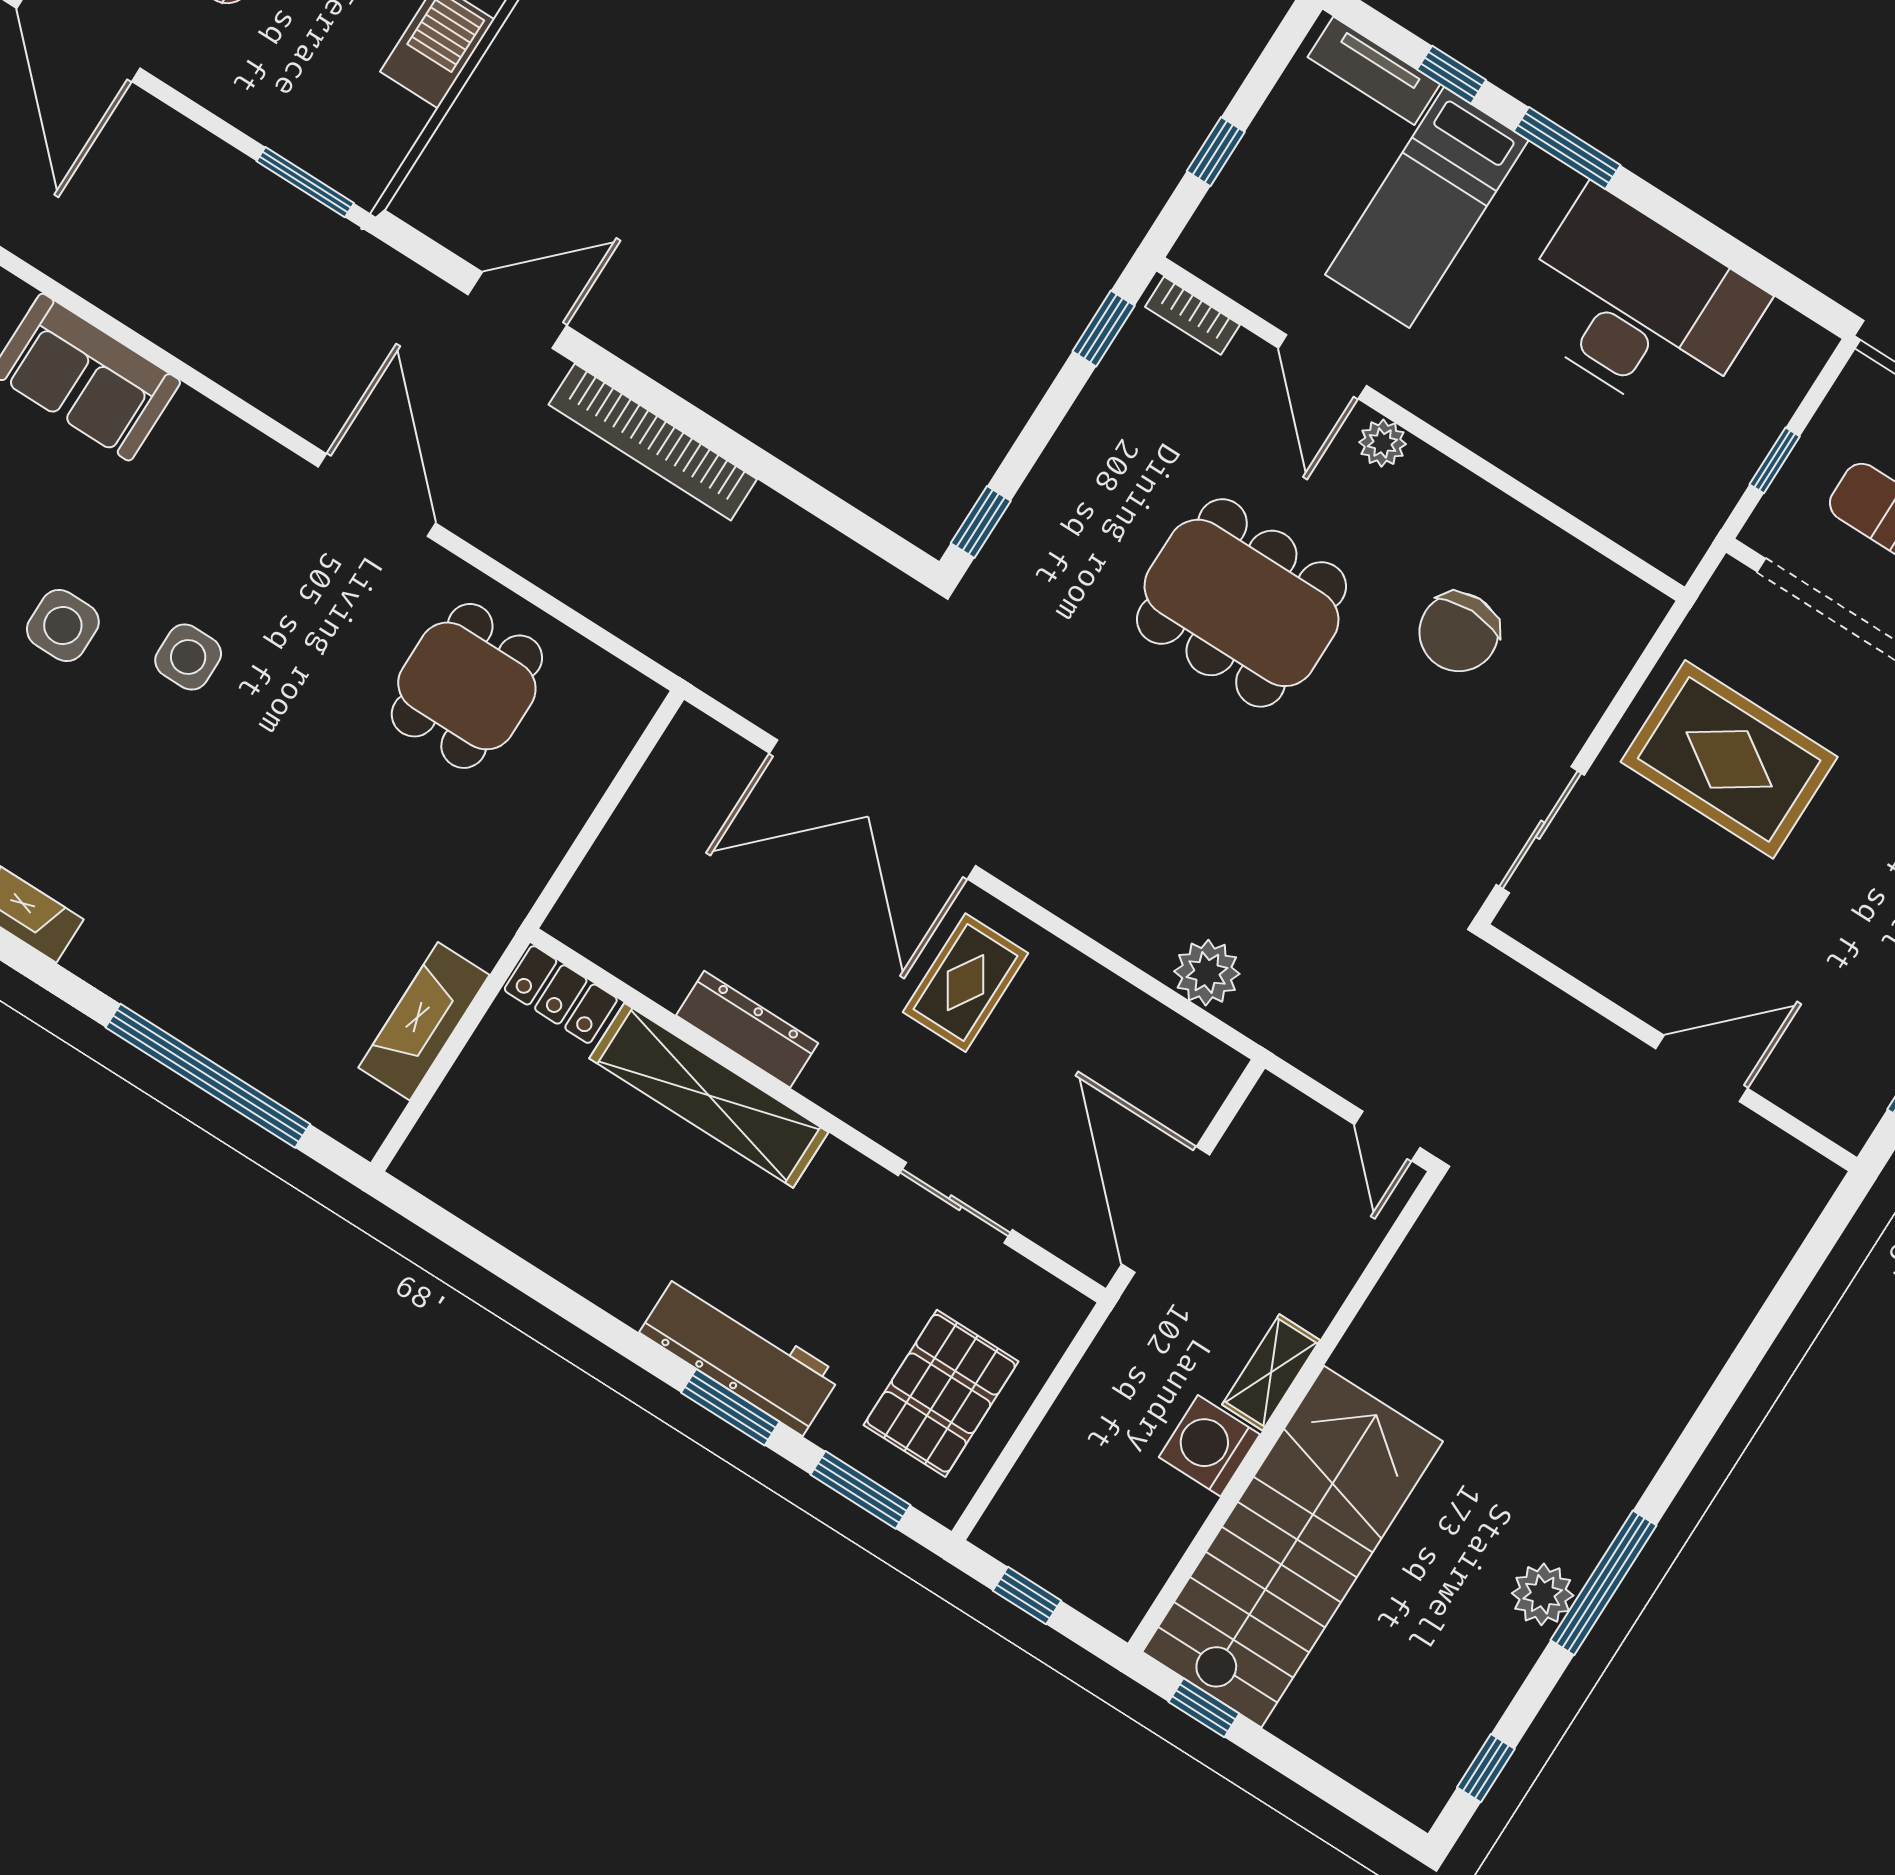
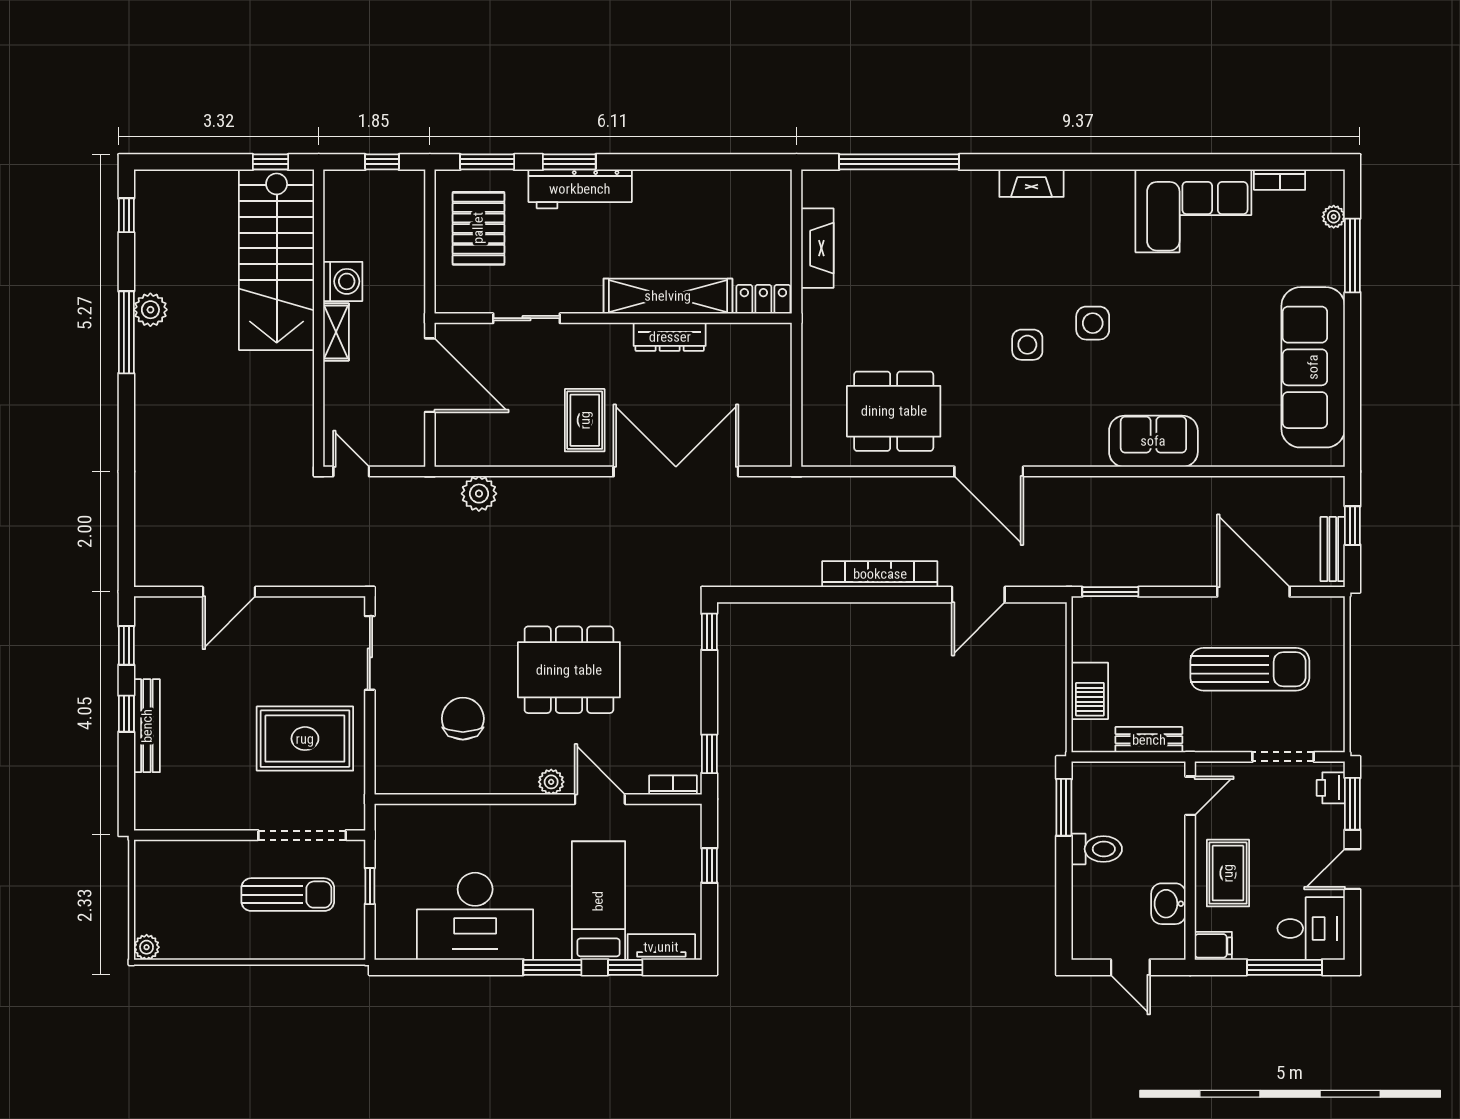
dining table: (467, 686) -> (894, 411), width x1.38

